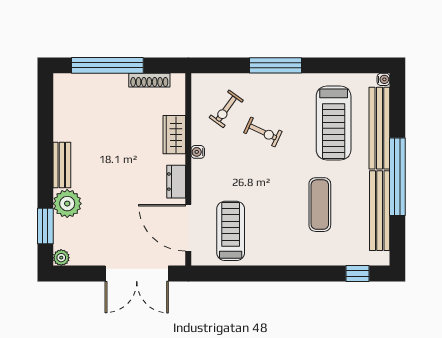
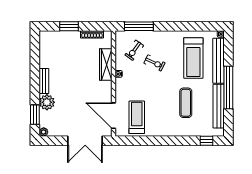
window: (107, 65) -> (69, 26), width x0.47
window: (275, 65) -> (139, 26), moved
wardrobe: (174, 135) -> (106, 64), width x1.50
dresser: (176, 182) -> (107, 90), removed

